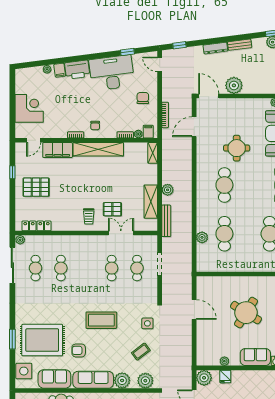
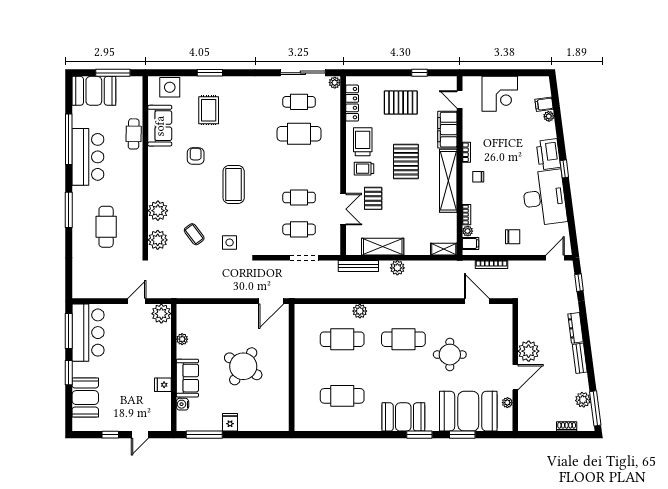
window: (127, 52) -> (564, 169), moved
filing cabinet: (60, 70) -> (544, 104), moved
door: (209, 96) -> (515, 377), moved
pallet: (83, 183) -> (406, 162), added
pallet: (36, 187) -> (401, 103), turned 90
trolley: (67, 217) -> (363, 142), added
plant: (202, 237) -> (360, 311), moved
cafe table: (61, 268) -> (299, 134), width x1.37, depth x1.35
door: (194, 309) -> (271, 301), moved
rug: (42, 340) -> (209, 110), width x0.54, depth x0.49
fridge: (225, 376) -> (163, 385), moved
sofa: (93, 380) -> (159, 174), removed

